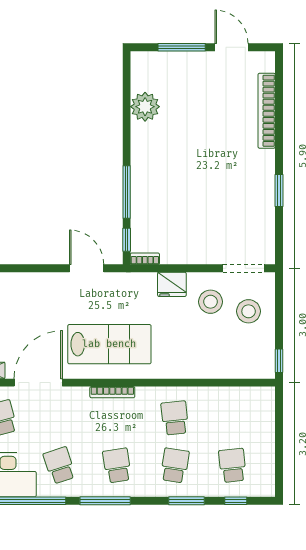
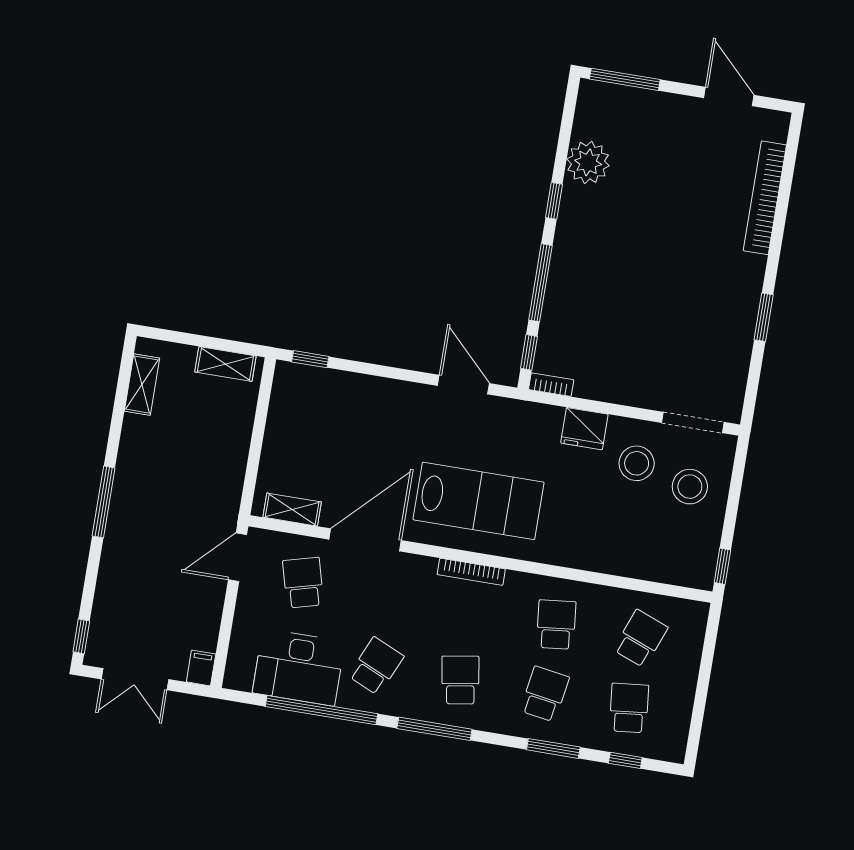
window: (182, 47) -> (625, 79), moved
window: (127, 136) -> (554, 201), added
school desk: (232, 418) -> (641, 639), added
school desk: (59, 465) -> (376, 666), turned 42

